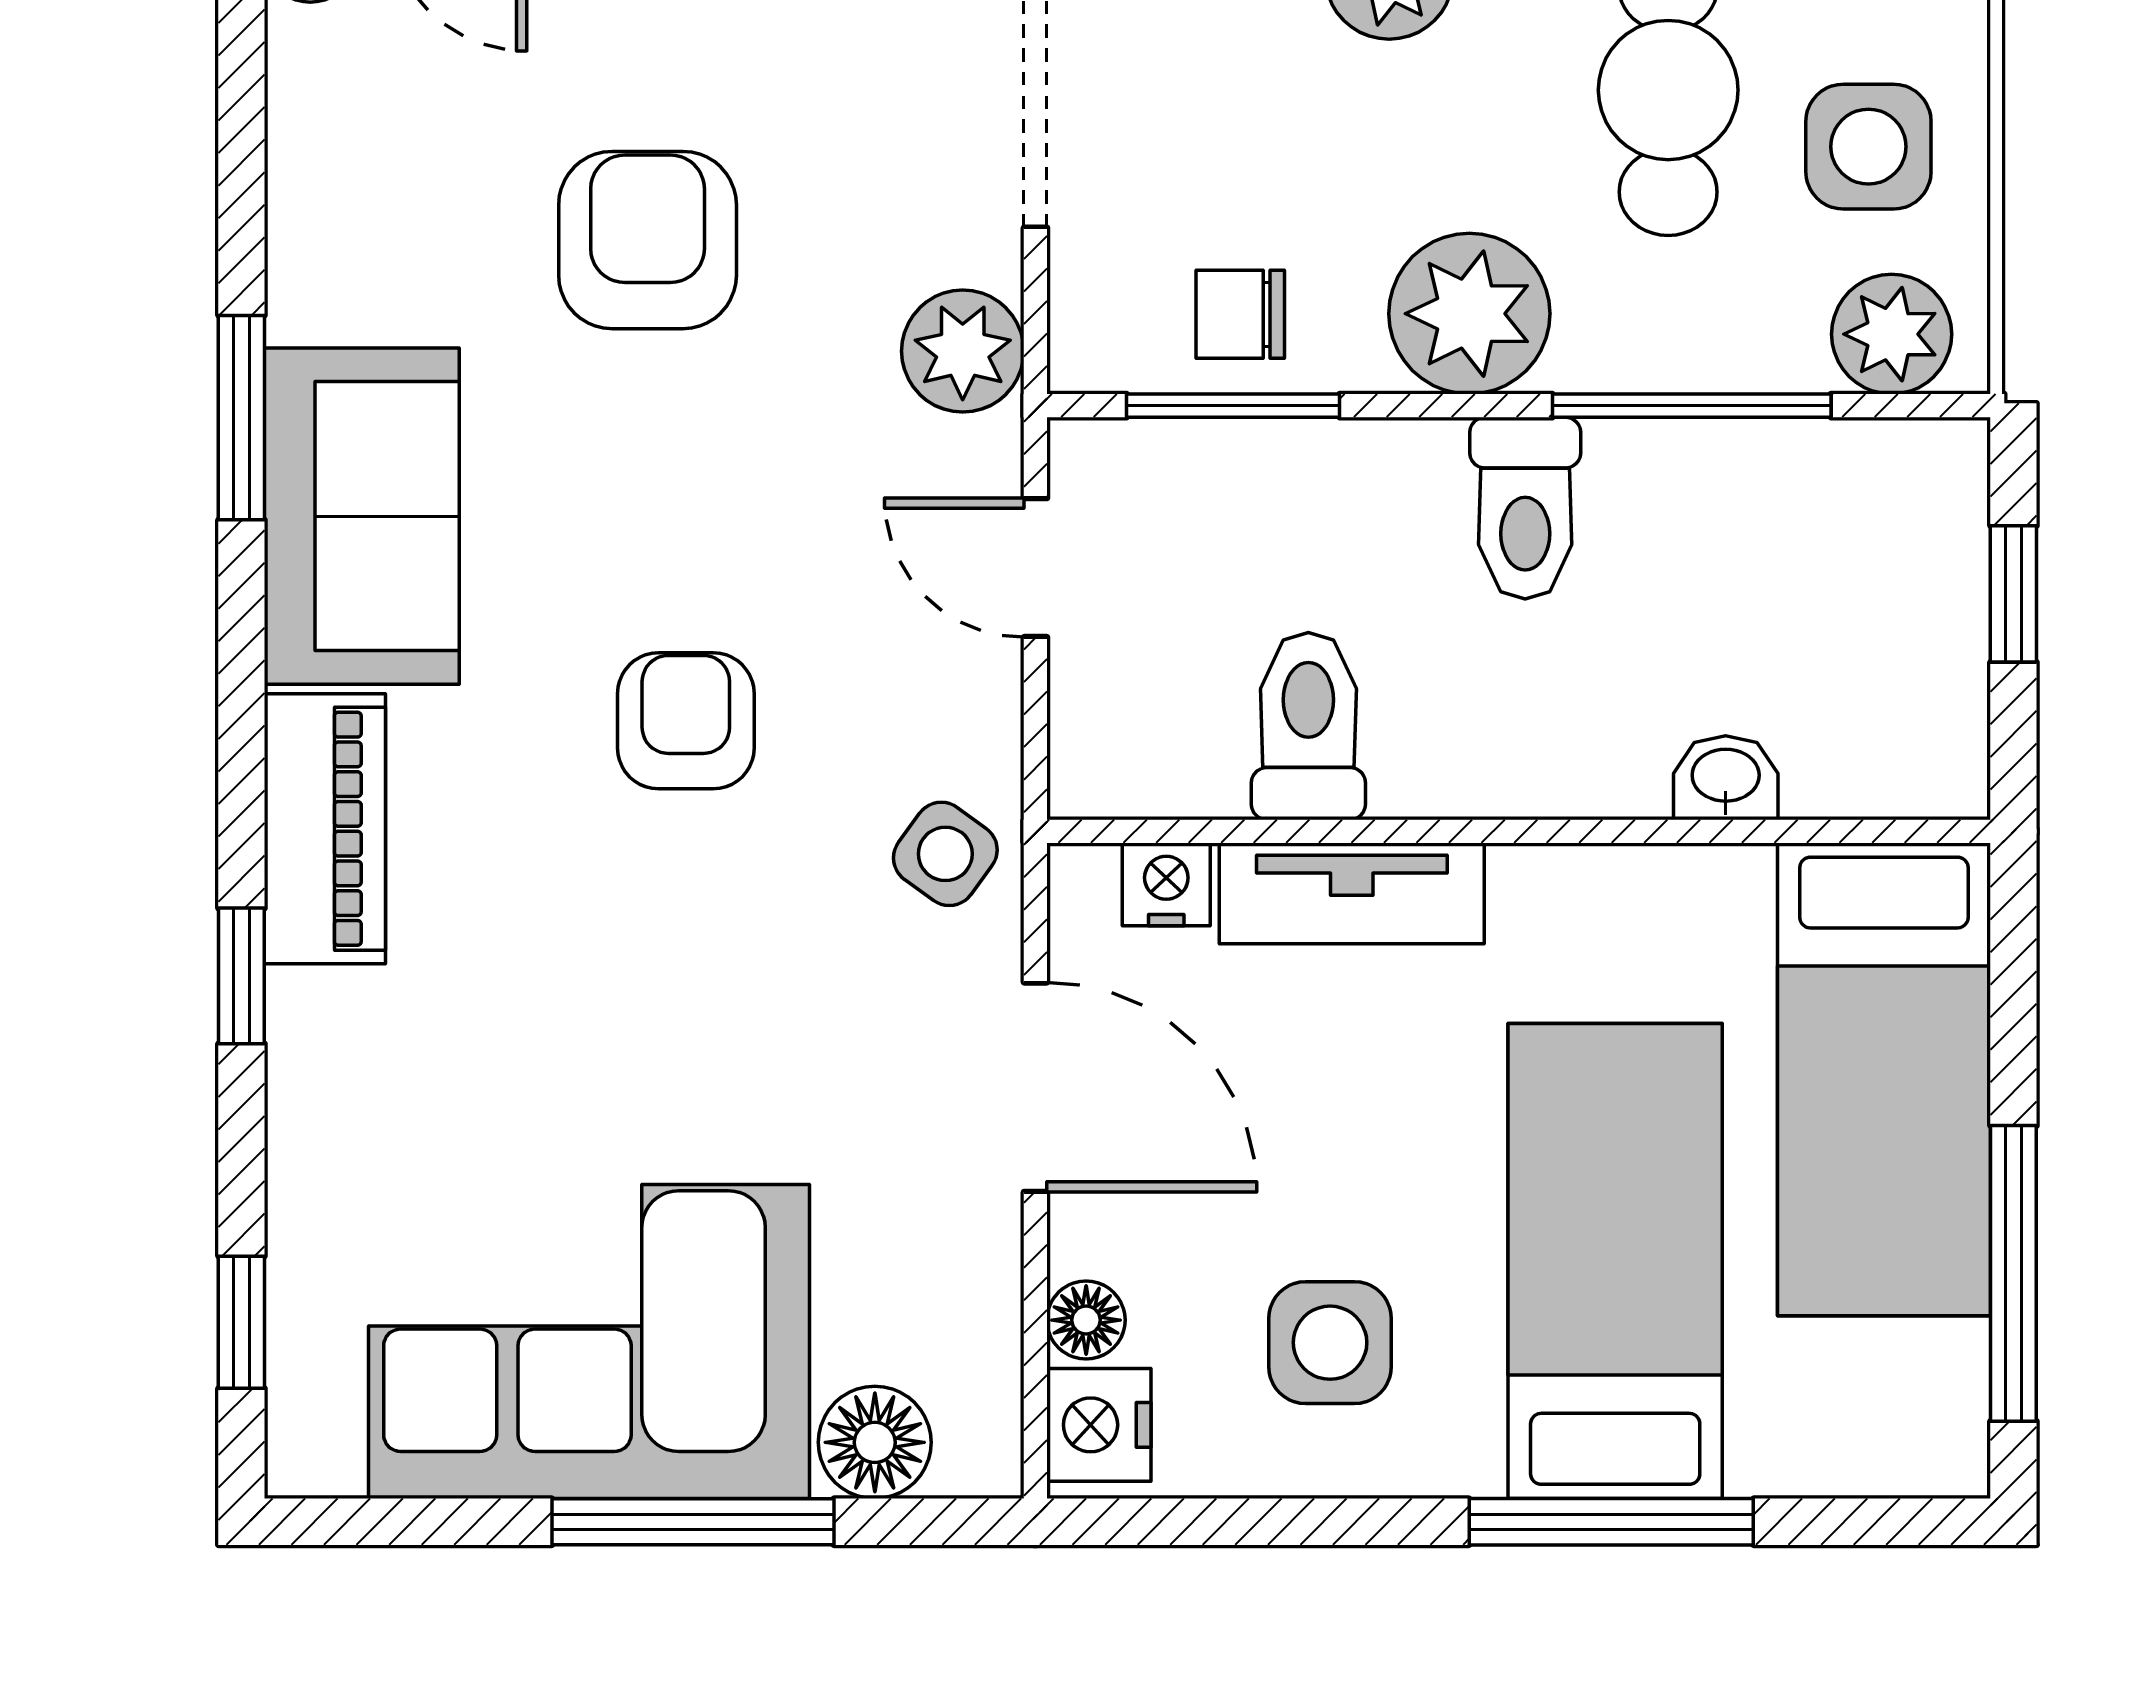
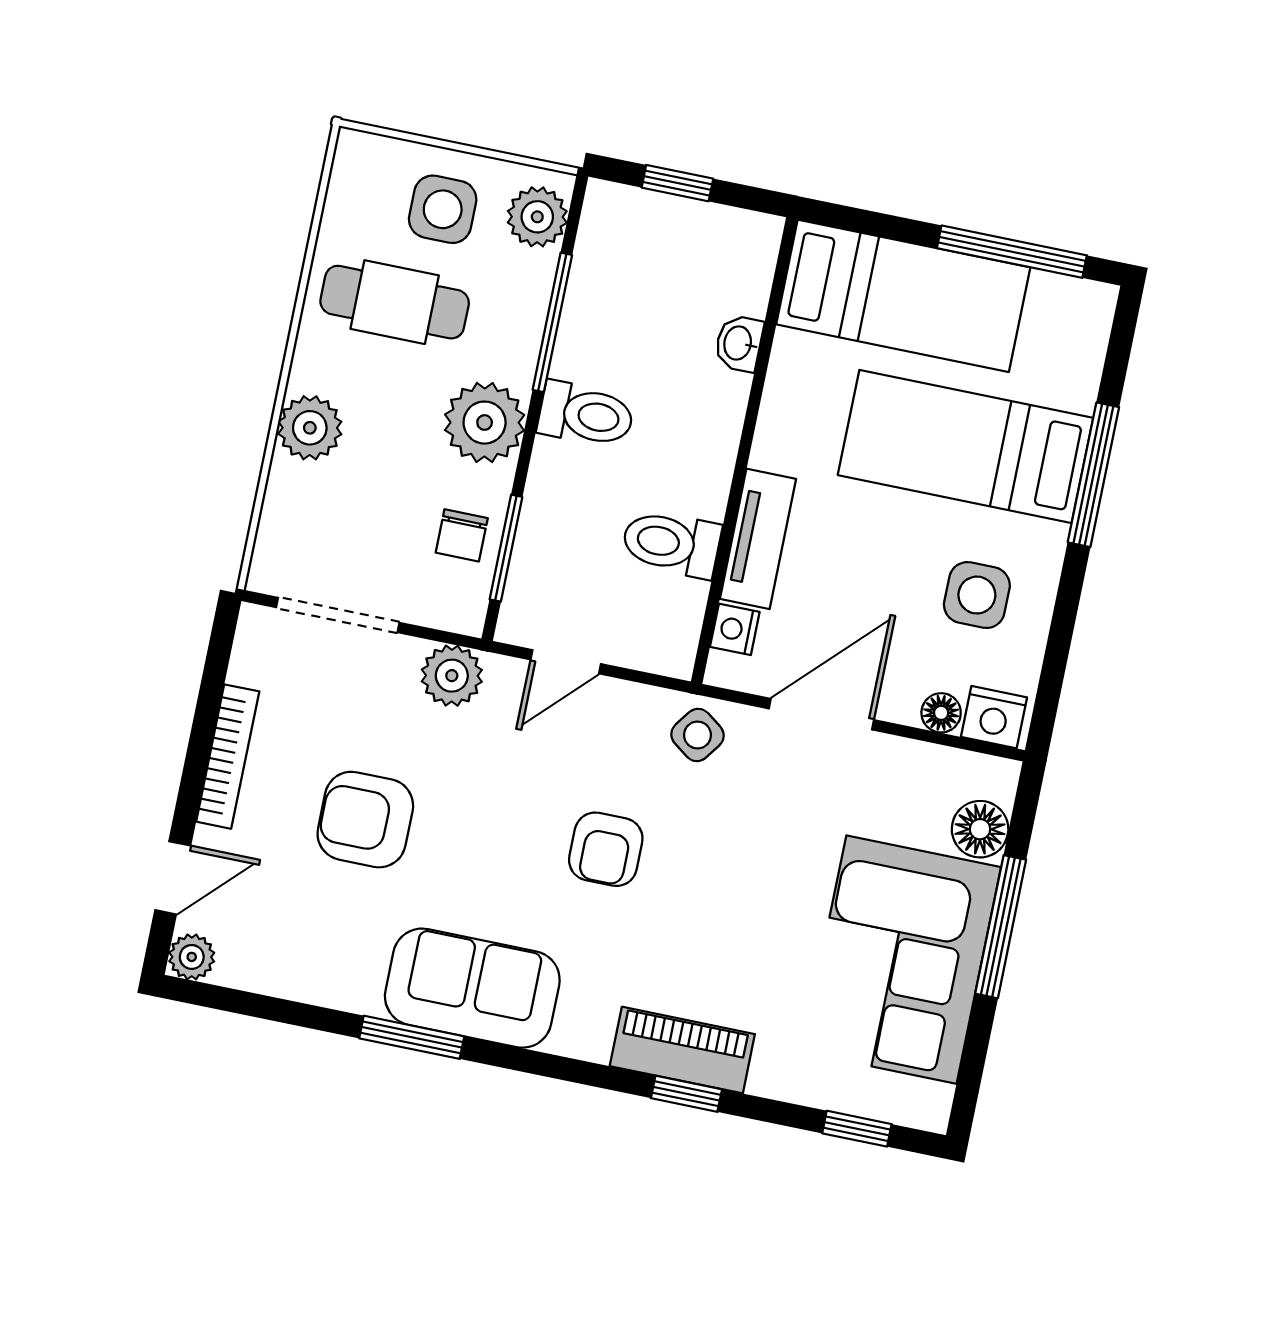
armchair: (686, 721) -> (606, 849), turned -90
piano: (325, 829) -> (682, 1050), moved

